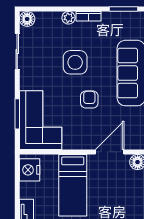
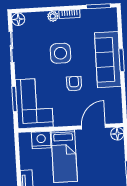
nightstand: (30, 170) -> (41, 140), moved, turned 90

